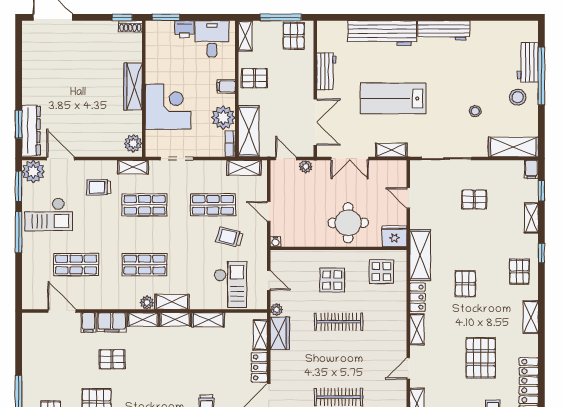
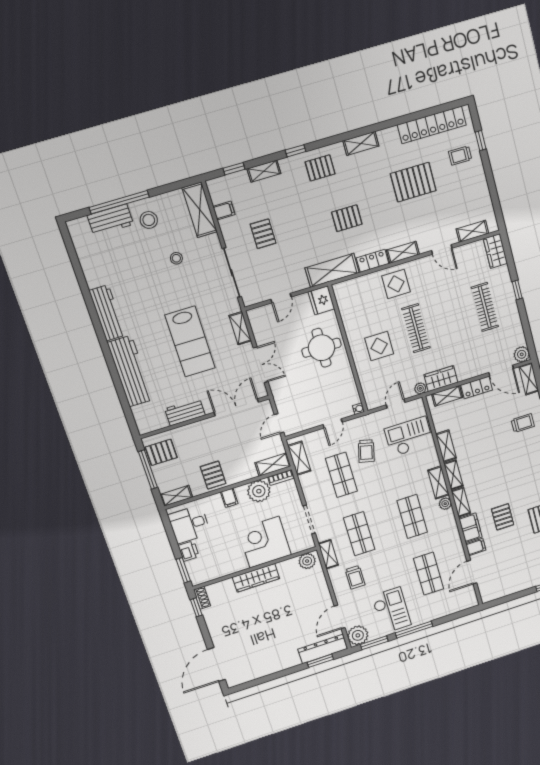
shelving: (249, 131) -> (273, 465), width x0.67, depth x0.75
plant: (306, 167) -> (281, 403), removed
filing cabinet: (531, 169) -> (224, 211), moved
display table: (381, 272) -> (396, 284), moved

